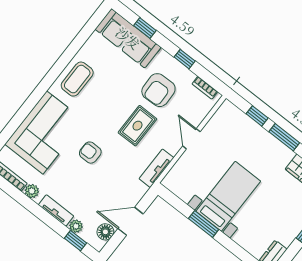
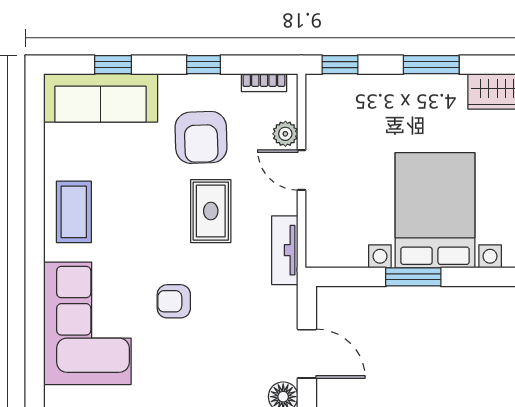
window: (257, 116) -> (340, 65), moved
plant: (197, 117) -> (285, 134), added
bed with nightstands: (228, 196) -> (435, 210), width x1.36
door: (131, 221) -> (307, 354), swing flipped

